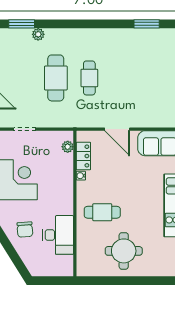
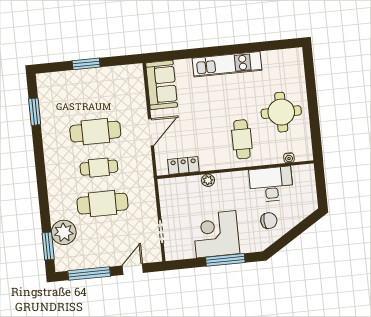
plant: (38, 34) -> (64, 232), width x1.88, depth x1.88
cafe table: (123, 78) -> (95, 132), added
plant: (68, 147) -> (208, 180), moved
water cooler: (81, 176) -> (289, 158), moved

